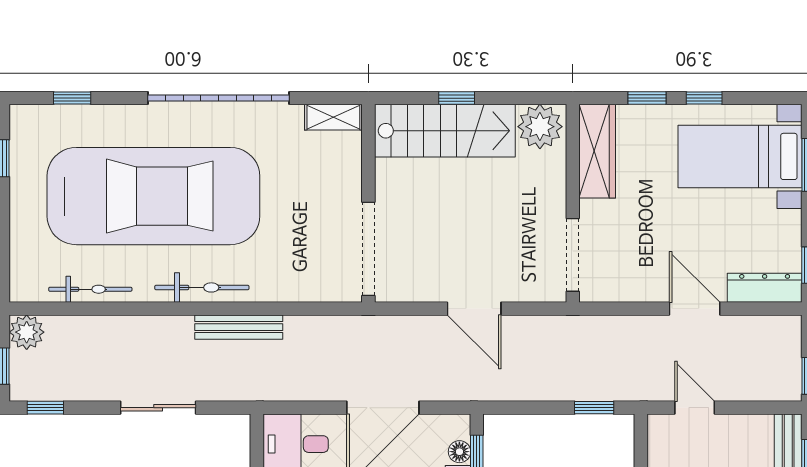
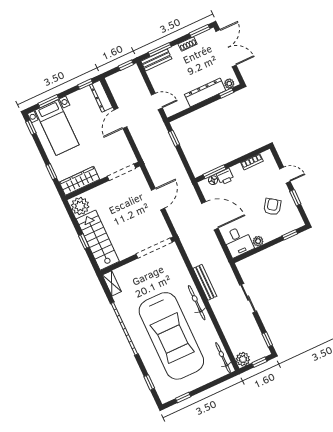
window: (704, 98) -> (31, 127), moved
car: (153, 196) -> (171, 336), turned 180
bicycle: (90, 289) -> (223, 358), moved
door: (695, 408) -> (157, 101), swing flipped

